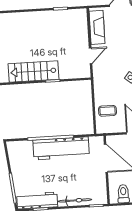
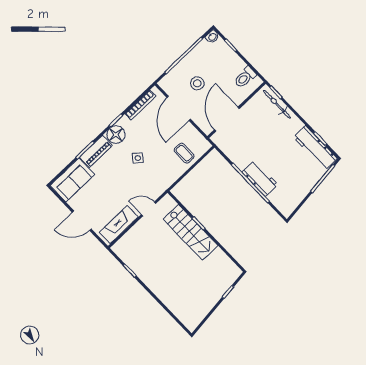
stairs: (33, 71) -> (191, 232), moved
workbench: (61, 148) -> (260, 178), width x0.53, depth x0.76
bicycle: (75, 200) -> (277, 104), moved

